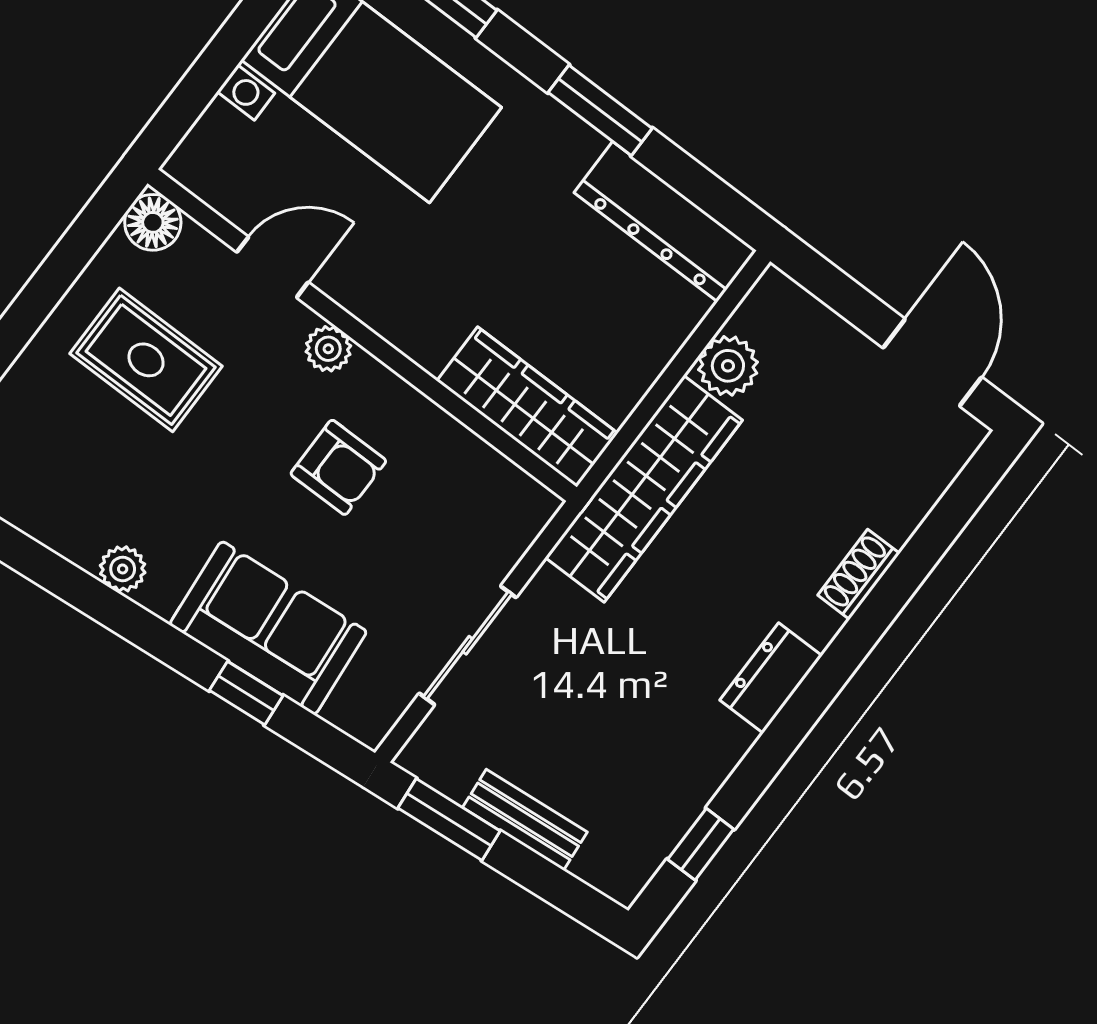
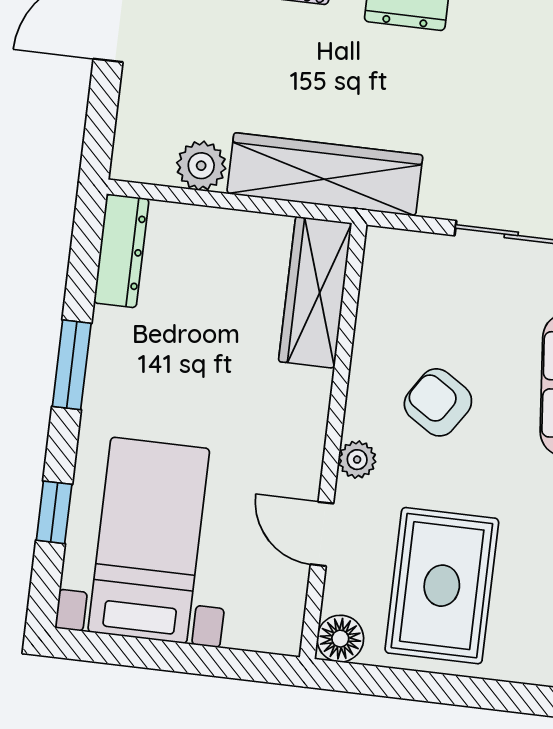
dresser: (665, 222) -> (121, 251), width x0.73, depth x0.80
rug: (146, 360) -> (442, 586), width x1.36, depth x1.43
armchair: (338, 467) -> (438, 402), turned -57

